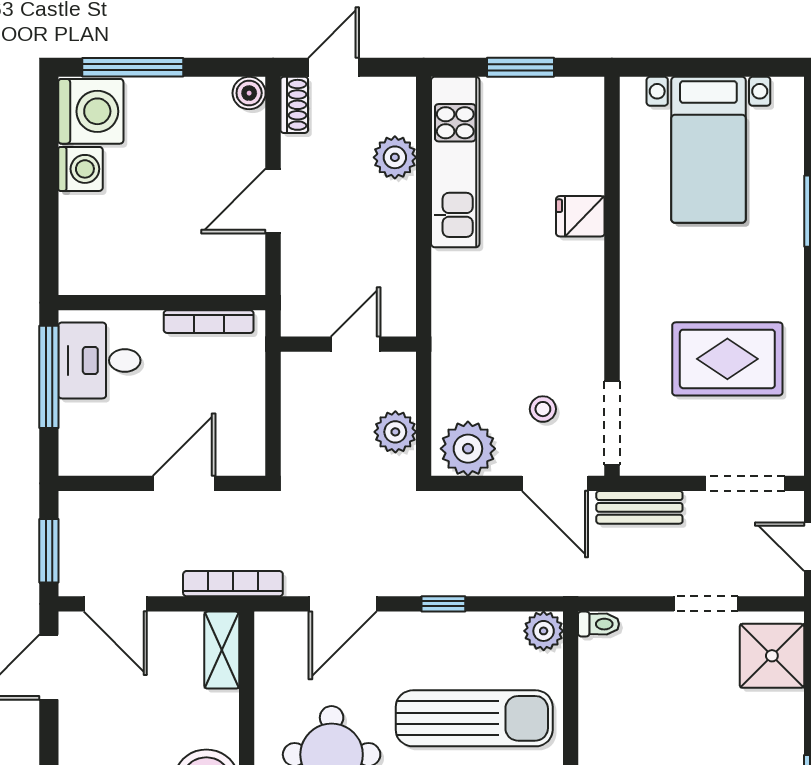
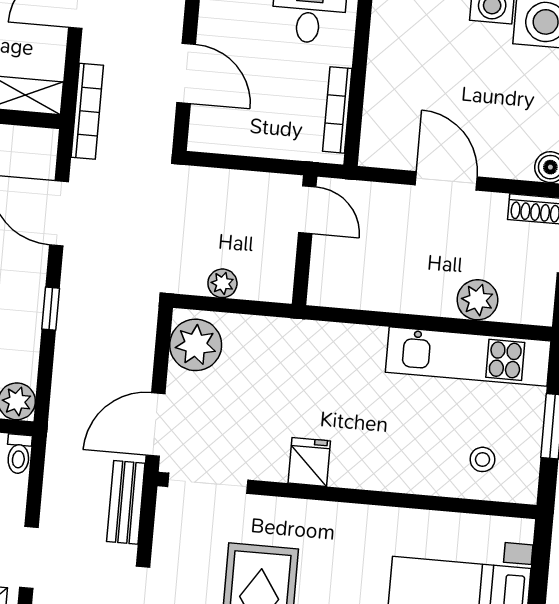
fridge: (580, 216) -> (309, 462), moved
door: (356, 344) -> (307, 210), moved
stool: (543, 409) -> (483, 459), moved
plant: (395, 432) -> (222, 283), width x0.73, depth x0.73

